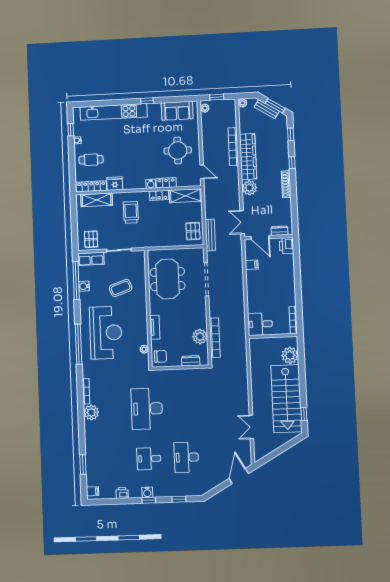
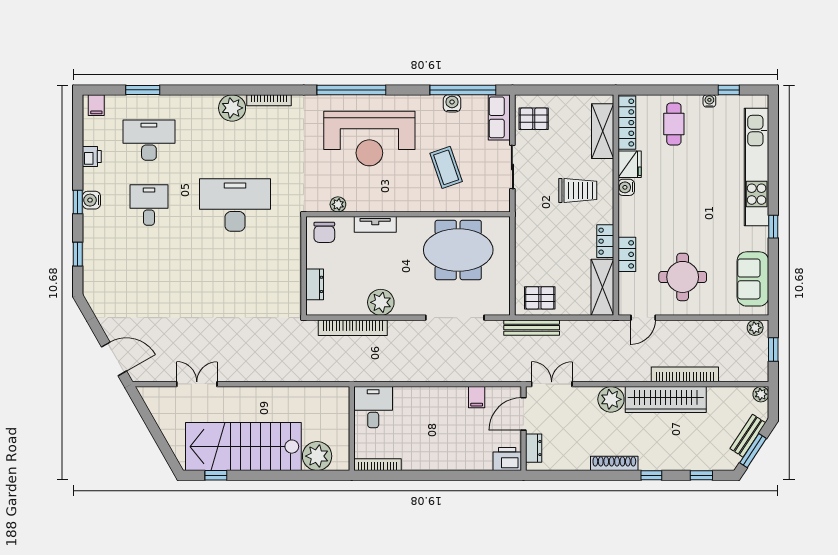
water cooler: (151, 184) -> (626, 187), moved
plant: (200, 336) -> (381, 302), moved
desk: (186, 457) -> (149, 140), moved

